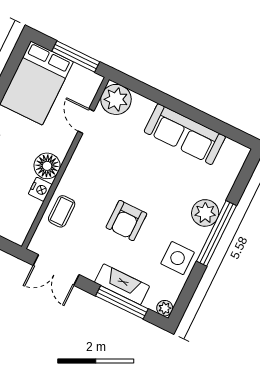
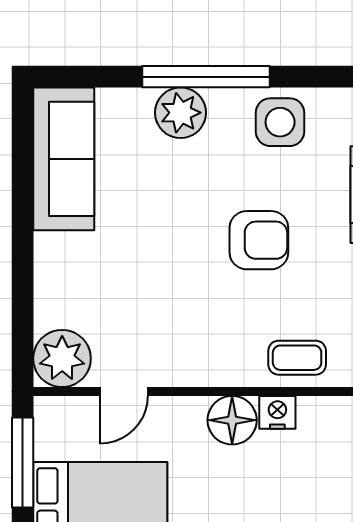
sofa: (185, 134) -> (64, 159), moved

